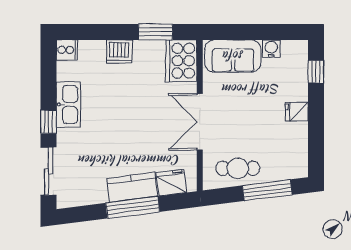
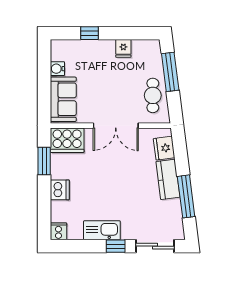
window: (316, 72) -> (89, 33), moved
fridge: (297, 112) -> (123, 48), moved
window: (133, 207) -> (186, 196), moved

